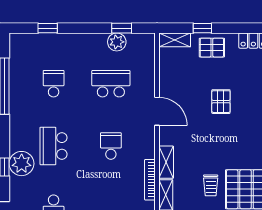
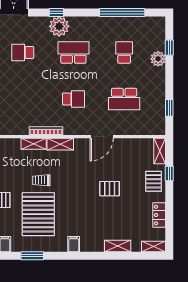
plant: (117, 42) -> (158, 59), moved
school desk: (54, 84) -> (124, 52), turned -90
school desk: (111, 84) -> (124, 99), turned 90

